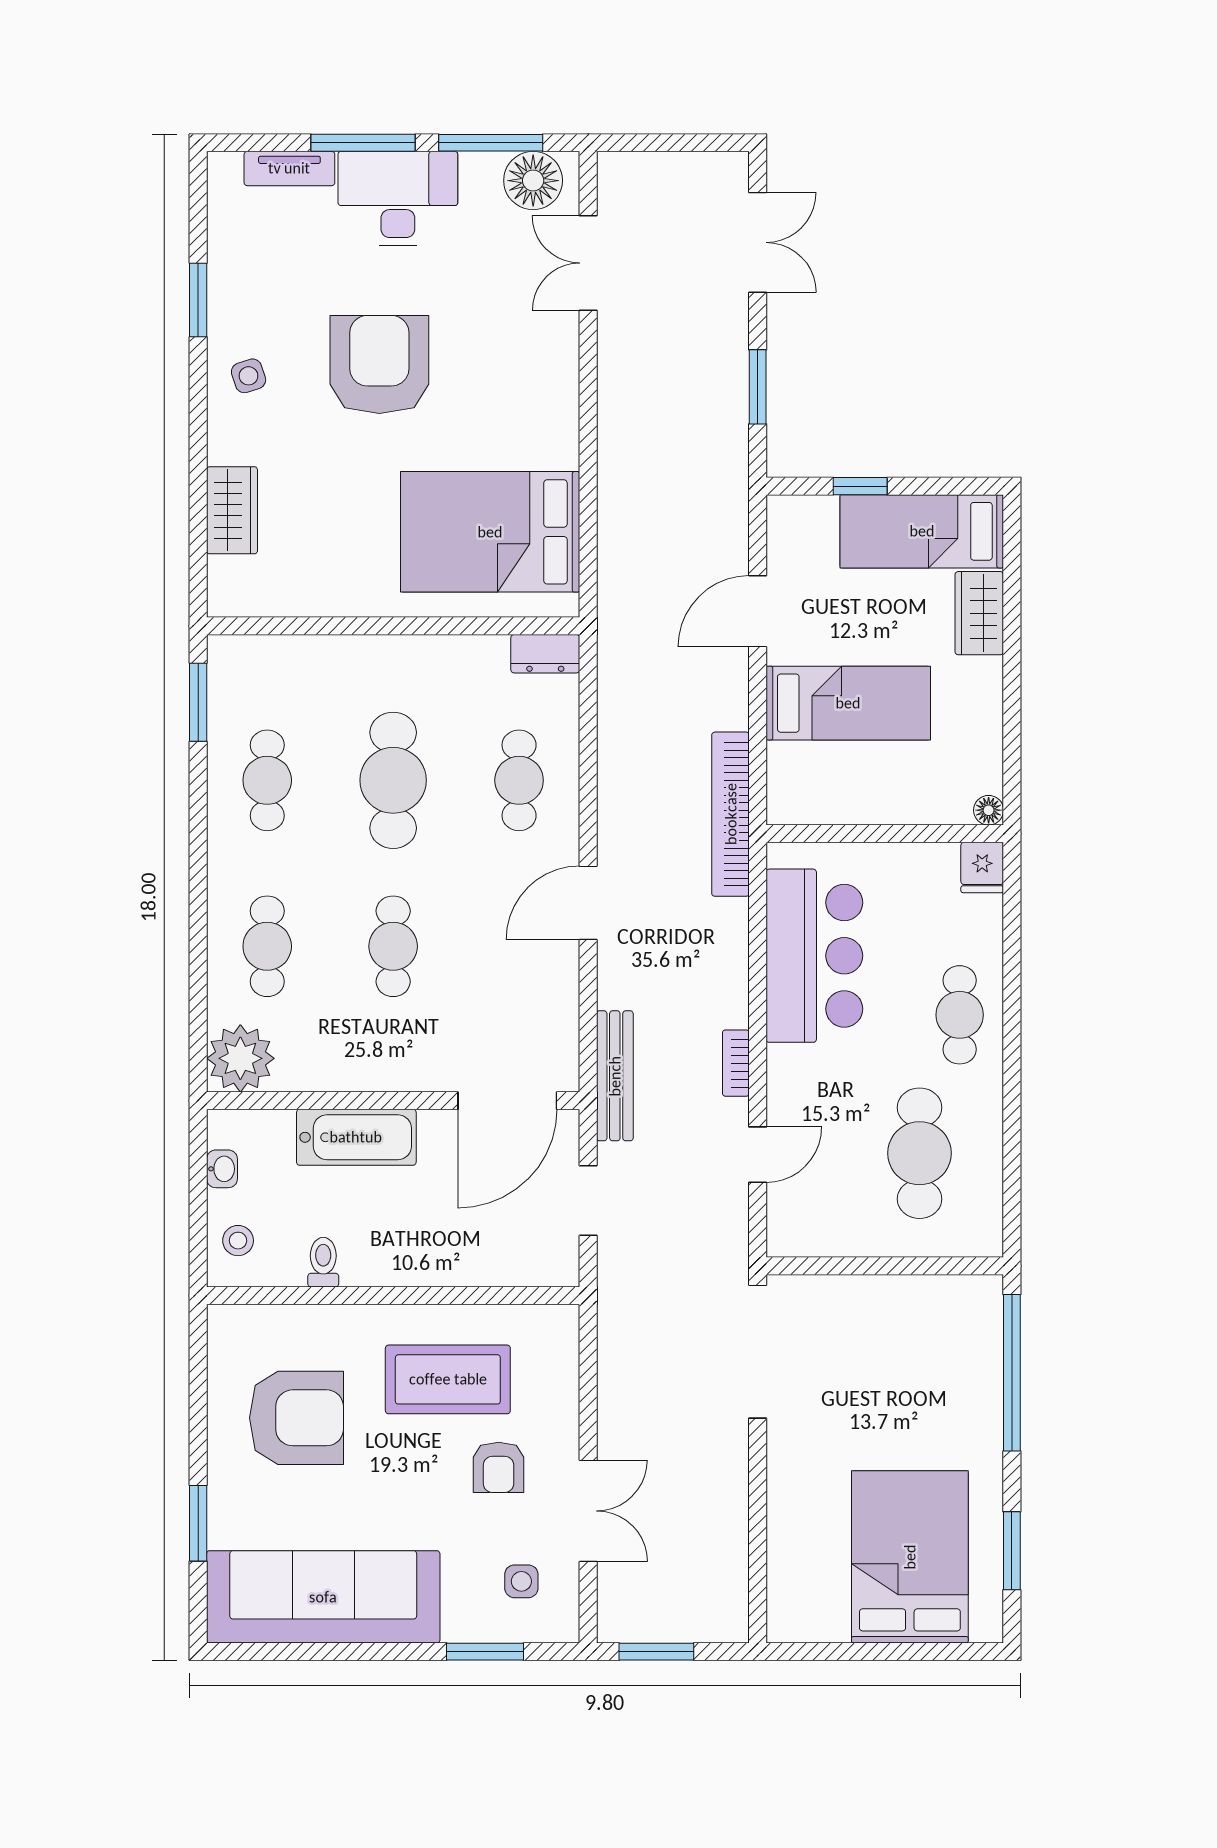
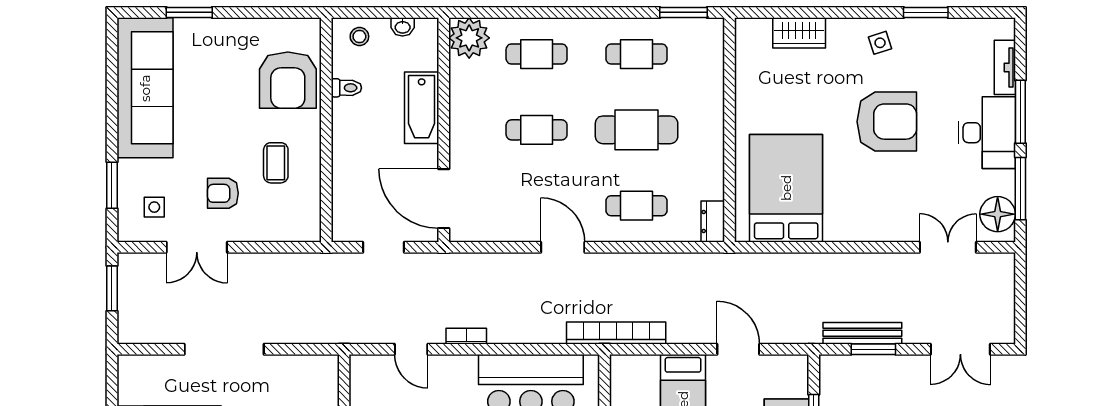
bench: (615, 1076) -> (862, 333), moved
doorway: (758, 1352) -> (224, 349), moved
coffee table: (448, 1379) -> (276, 163), width x0.54, depth x0.58
armchair: (296, 1418) -> (288, 80), moved

